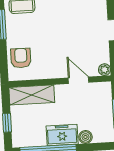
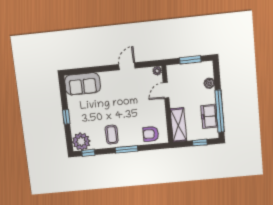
freezer: (62, 135) -> (209, 116), moved

